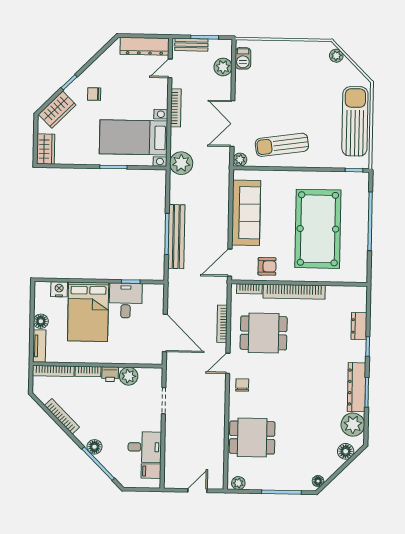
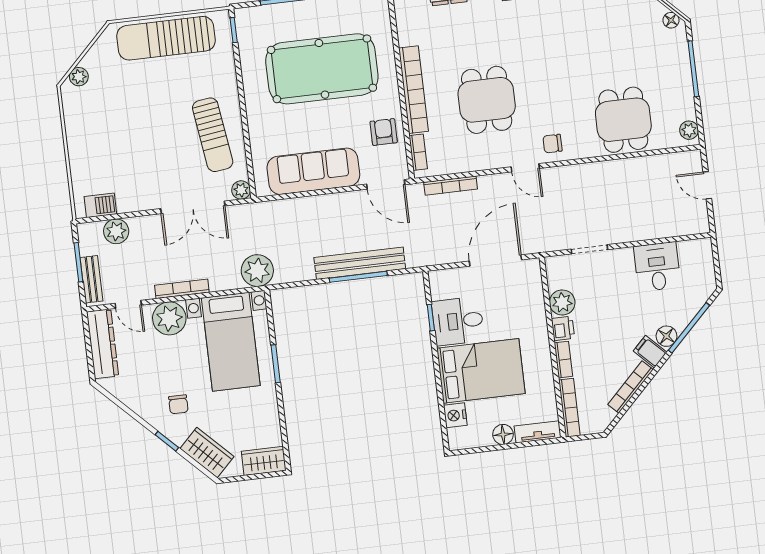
plant: (156, 96) -> (169, 318), added
bookcase: (222, 324) -> (451, 186), moved
dining table: (264, 333) -> (487, 100), moved
filing cabinet: (151, 471) -> (650, 352), moved, turned 135

